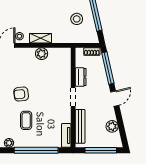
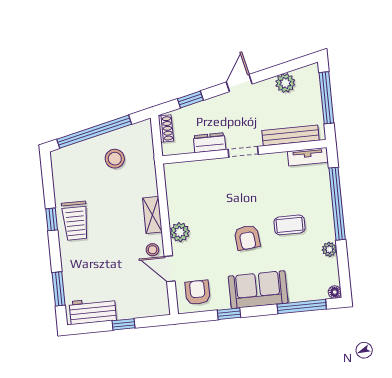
plant: (42, 54) -> (180, 232), moved
window: (108, 68) -> (190, 99), width x0.46
door: (115, 99) -> (239, 83), hinge flipped

